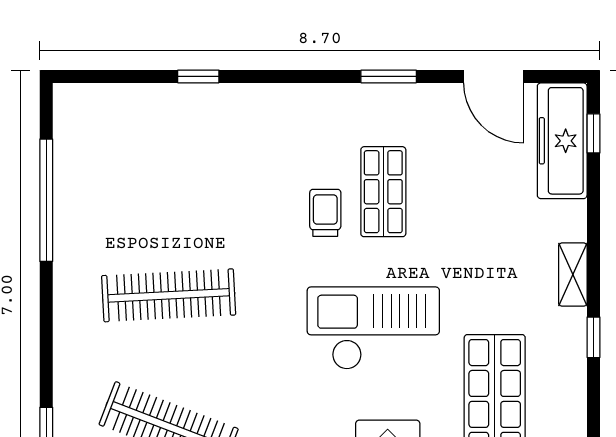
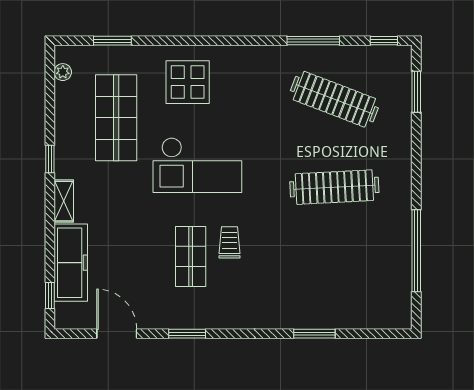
window: (198, 76) -> (314, 334), width x1.50
freezer: (562, 141) -> (71, 263), moved
trolley: (325, 213) -> (229, 242), turned 180

